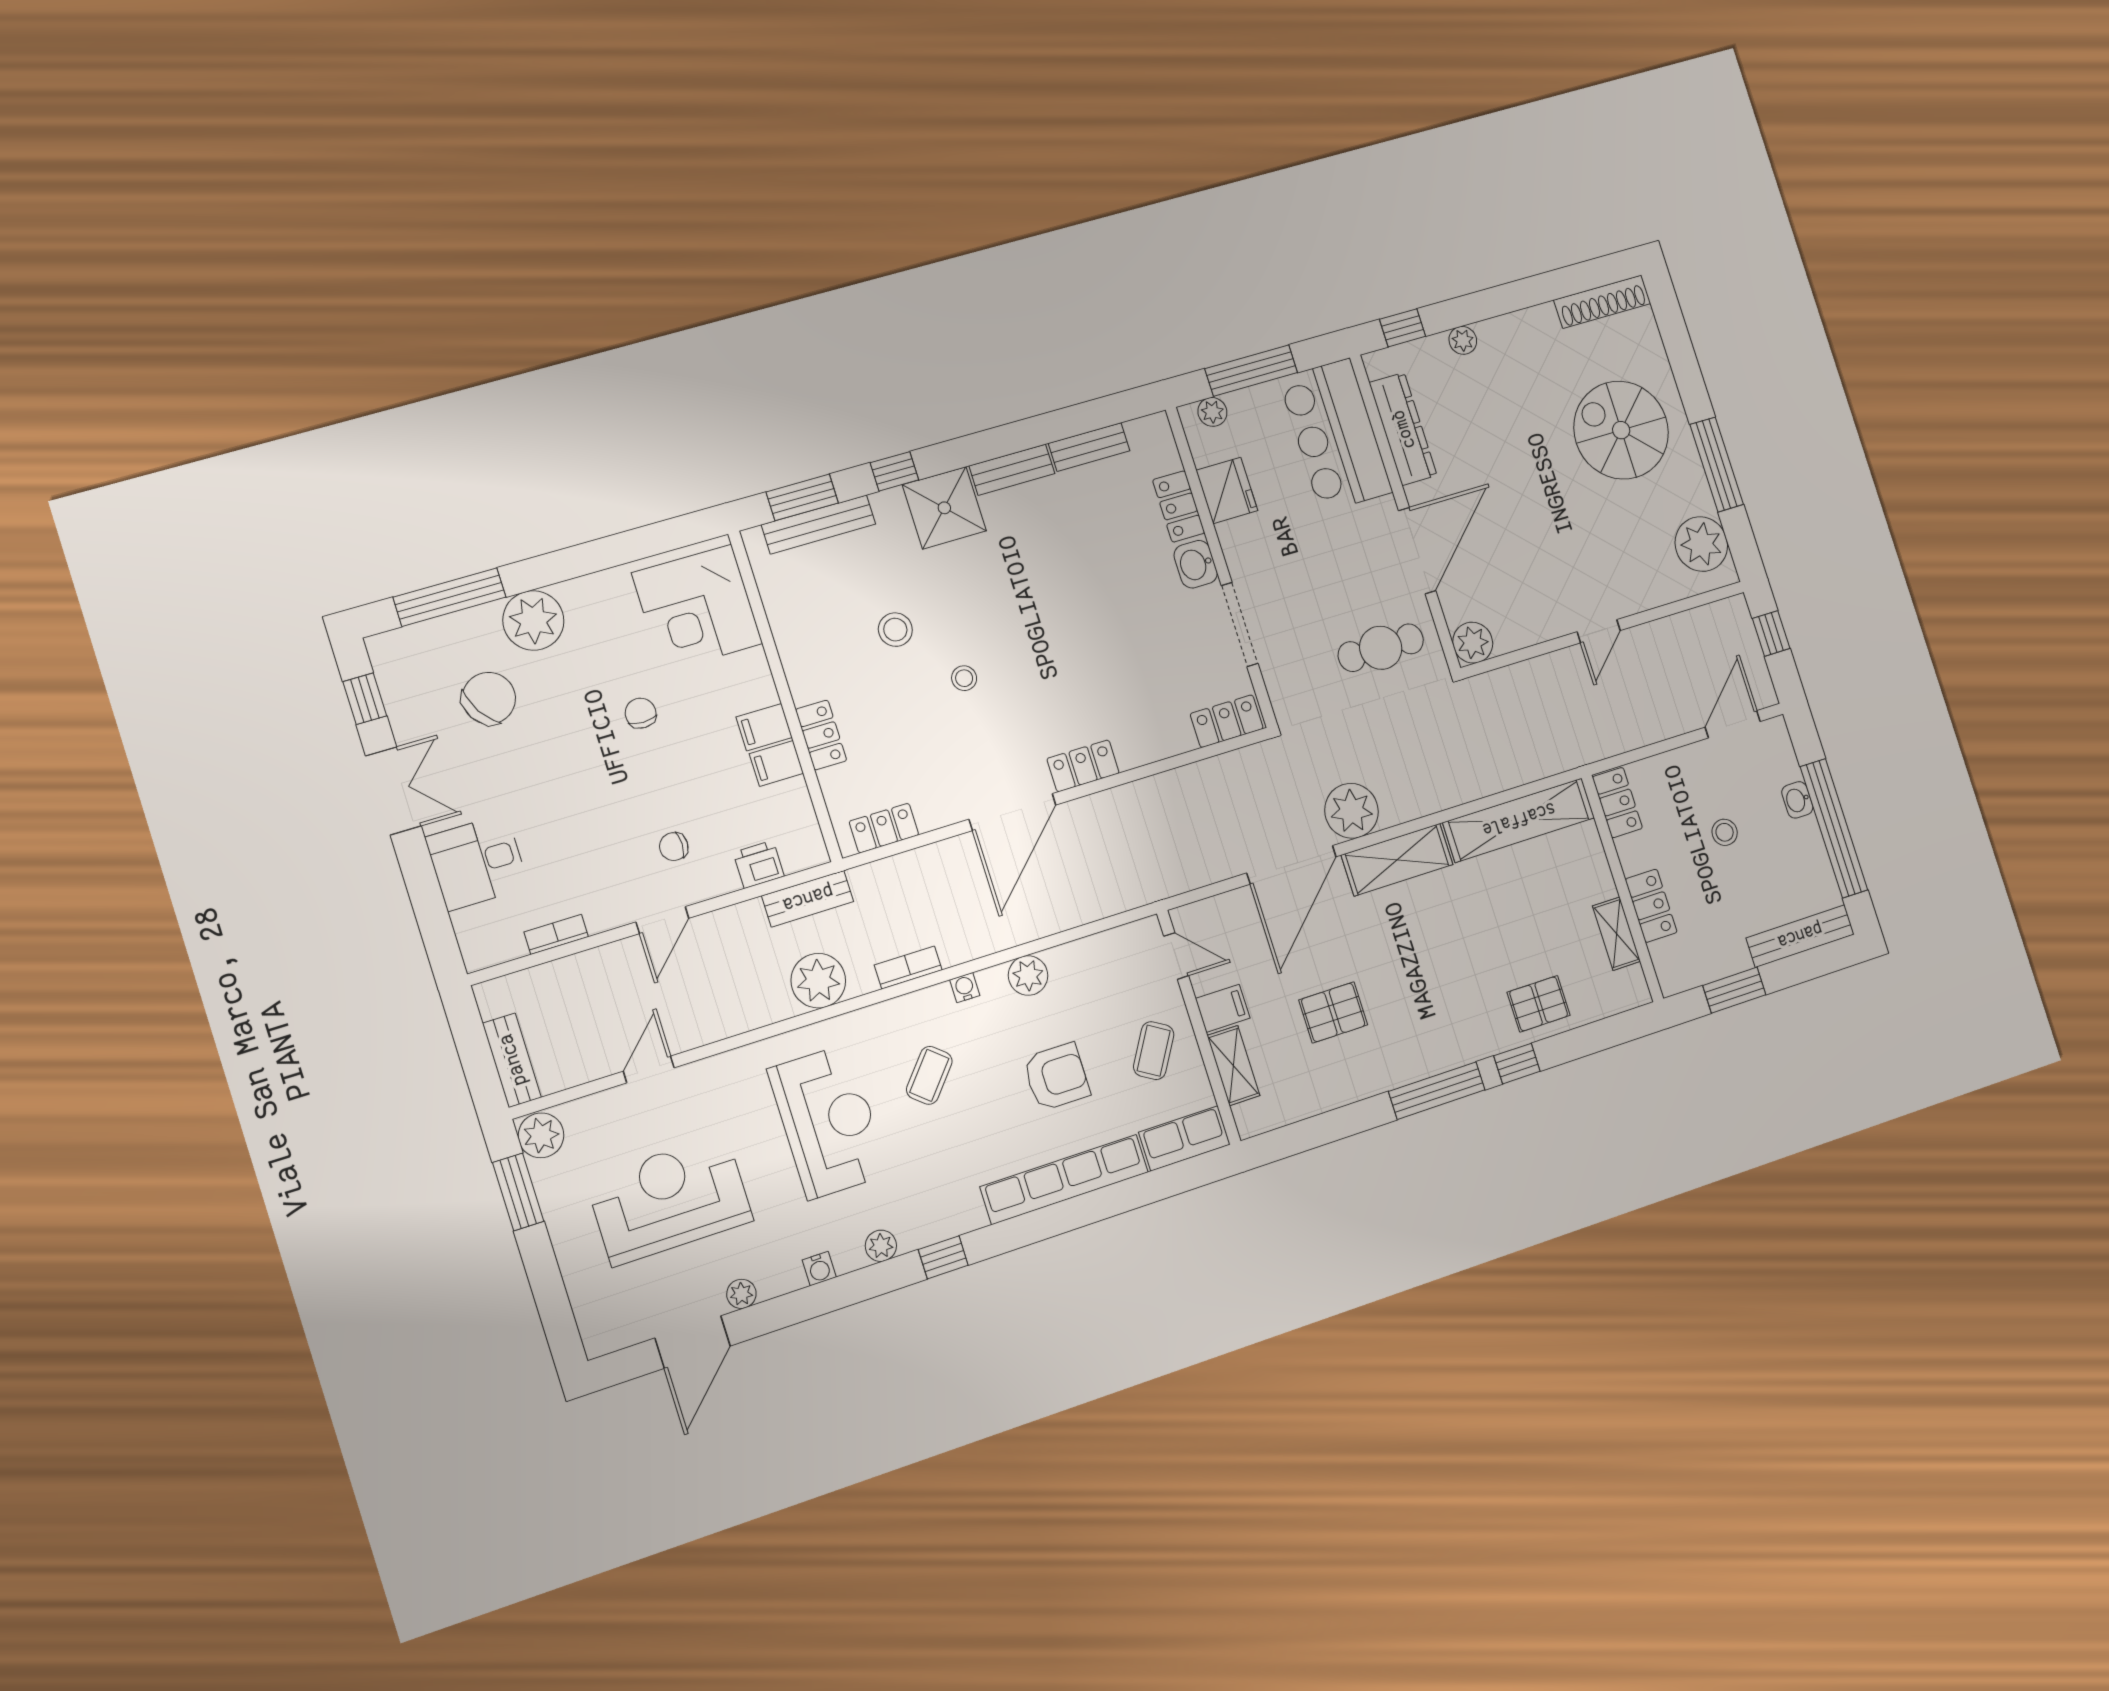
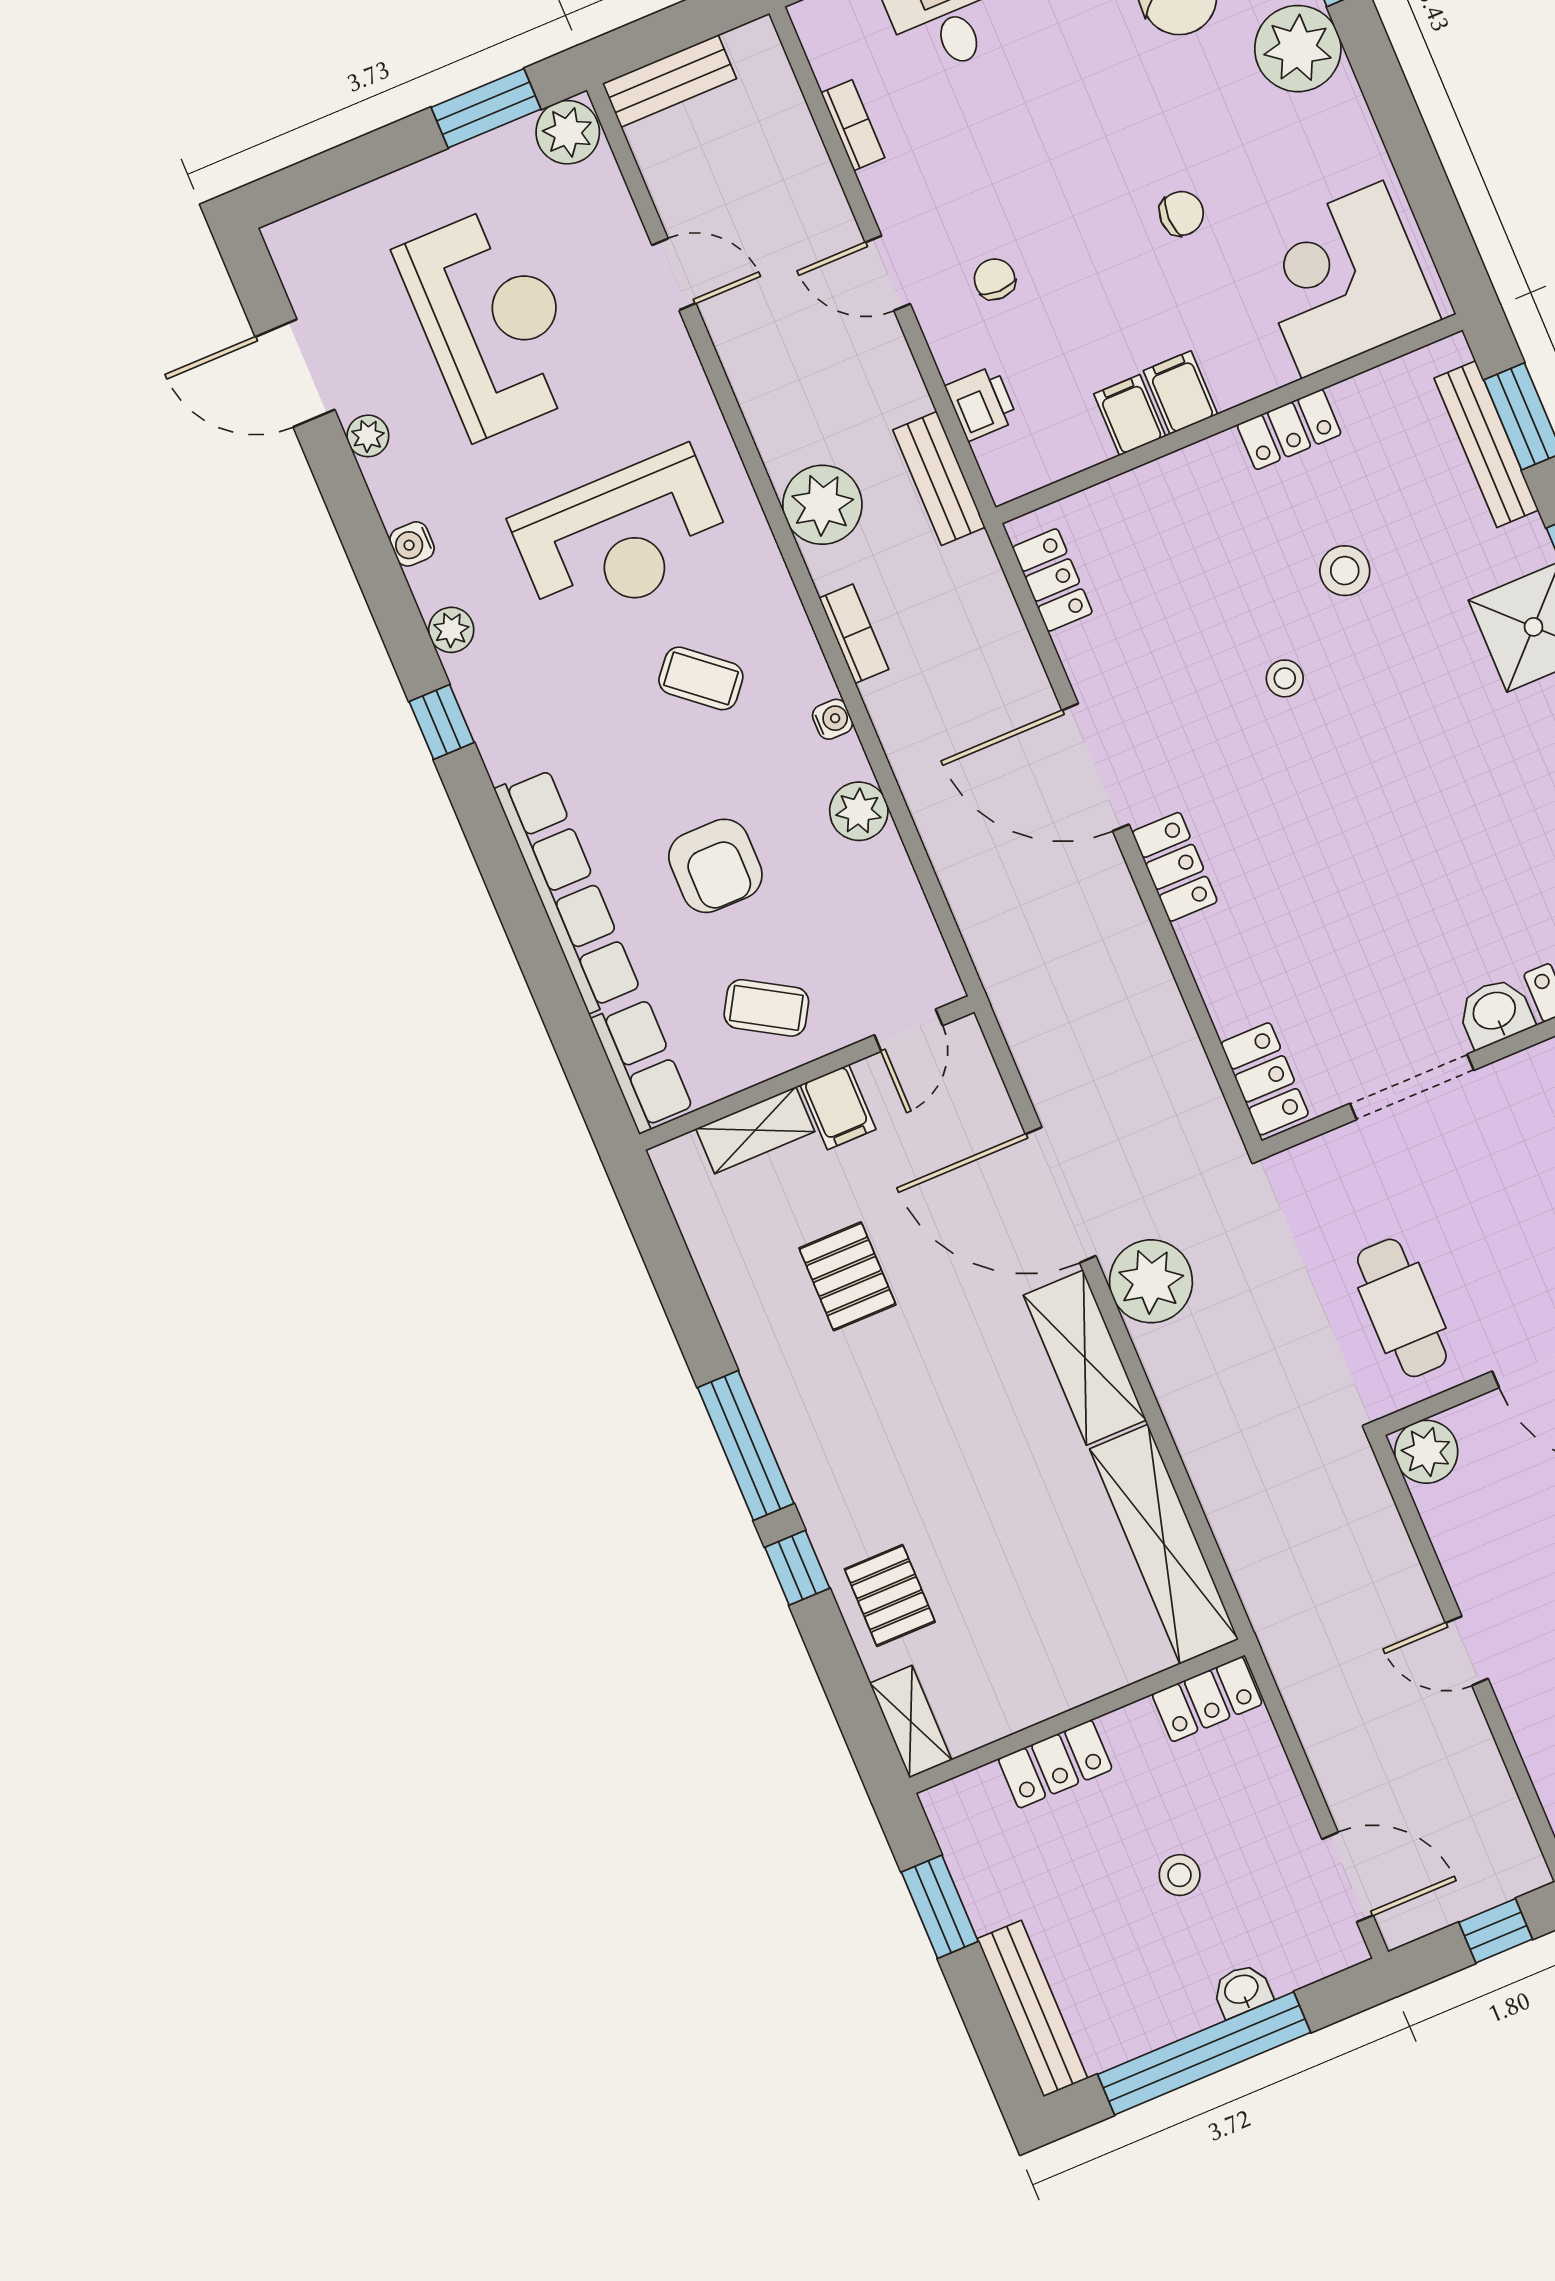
locker: (821, 735) -> (1289, 429), moved
shelving: (1616, 934) -> (911, 1722), moved, turned 90

